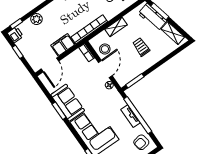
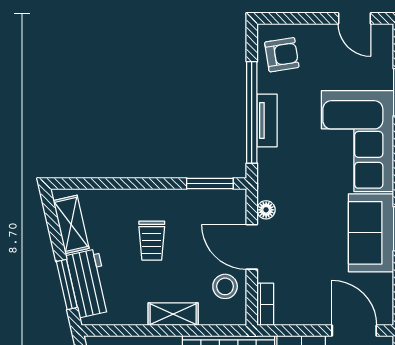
door: (50, 65) -> (354, 330), hinge flipped
door: (105, 69) -> (252, 247), hinge flipped

